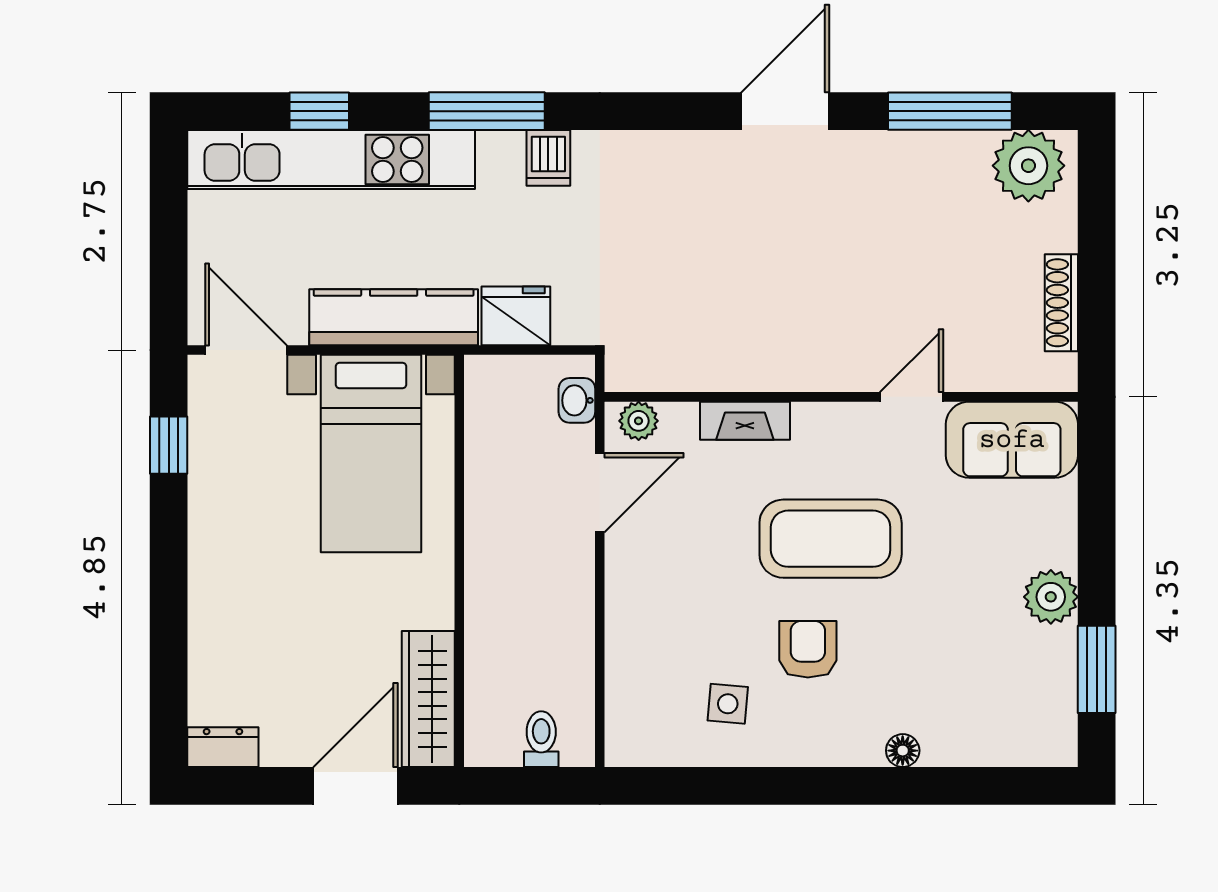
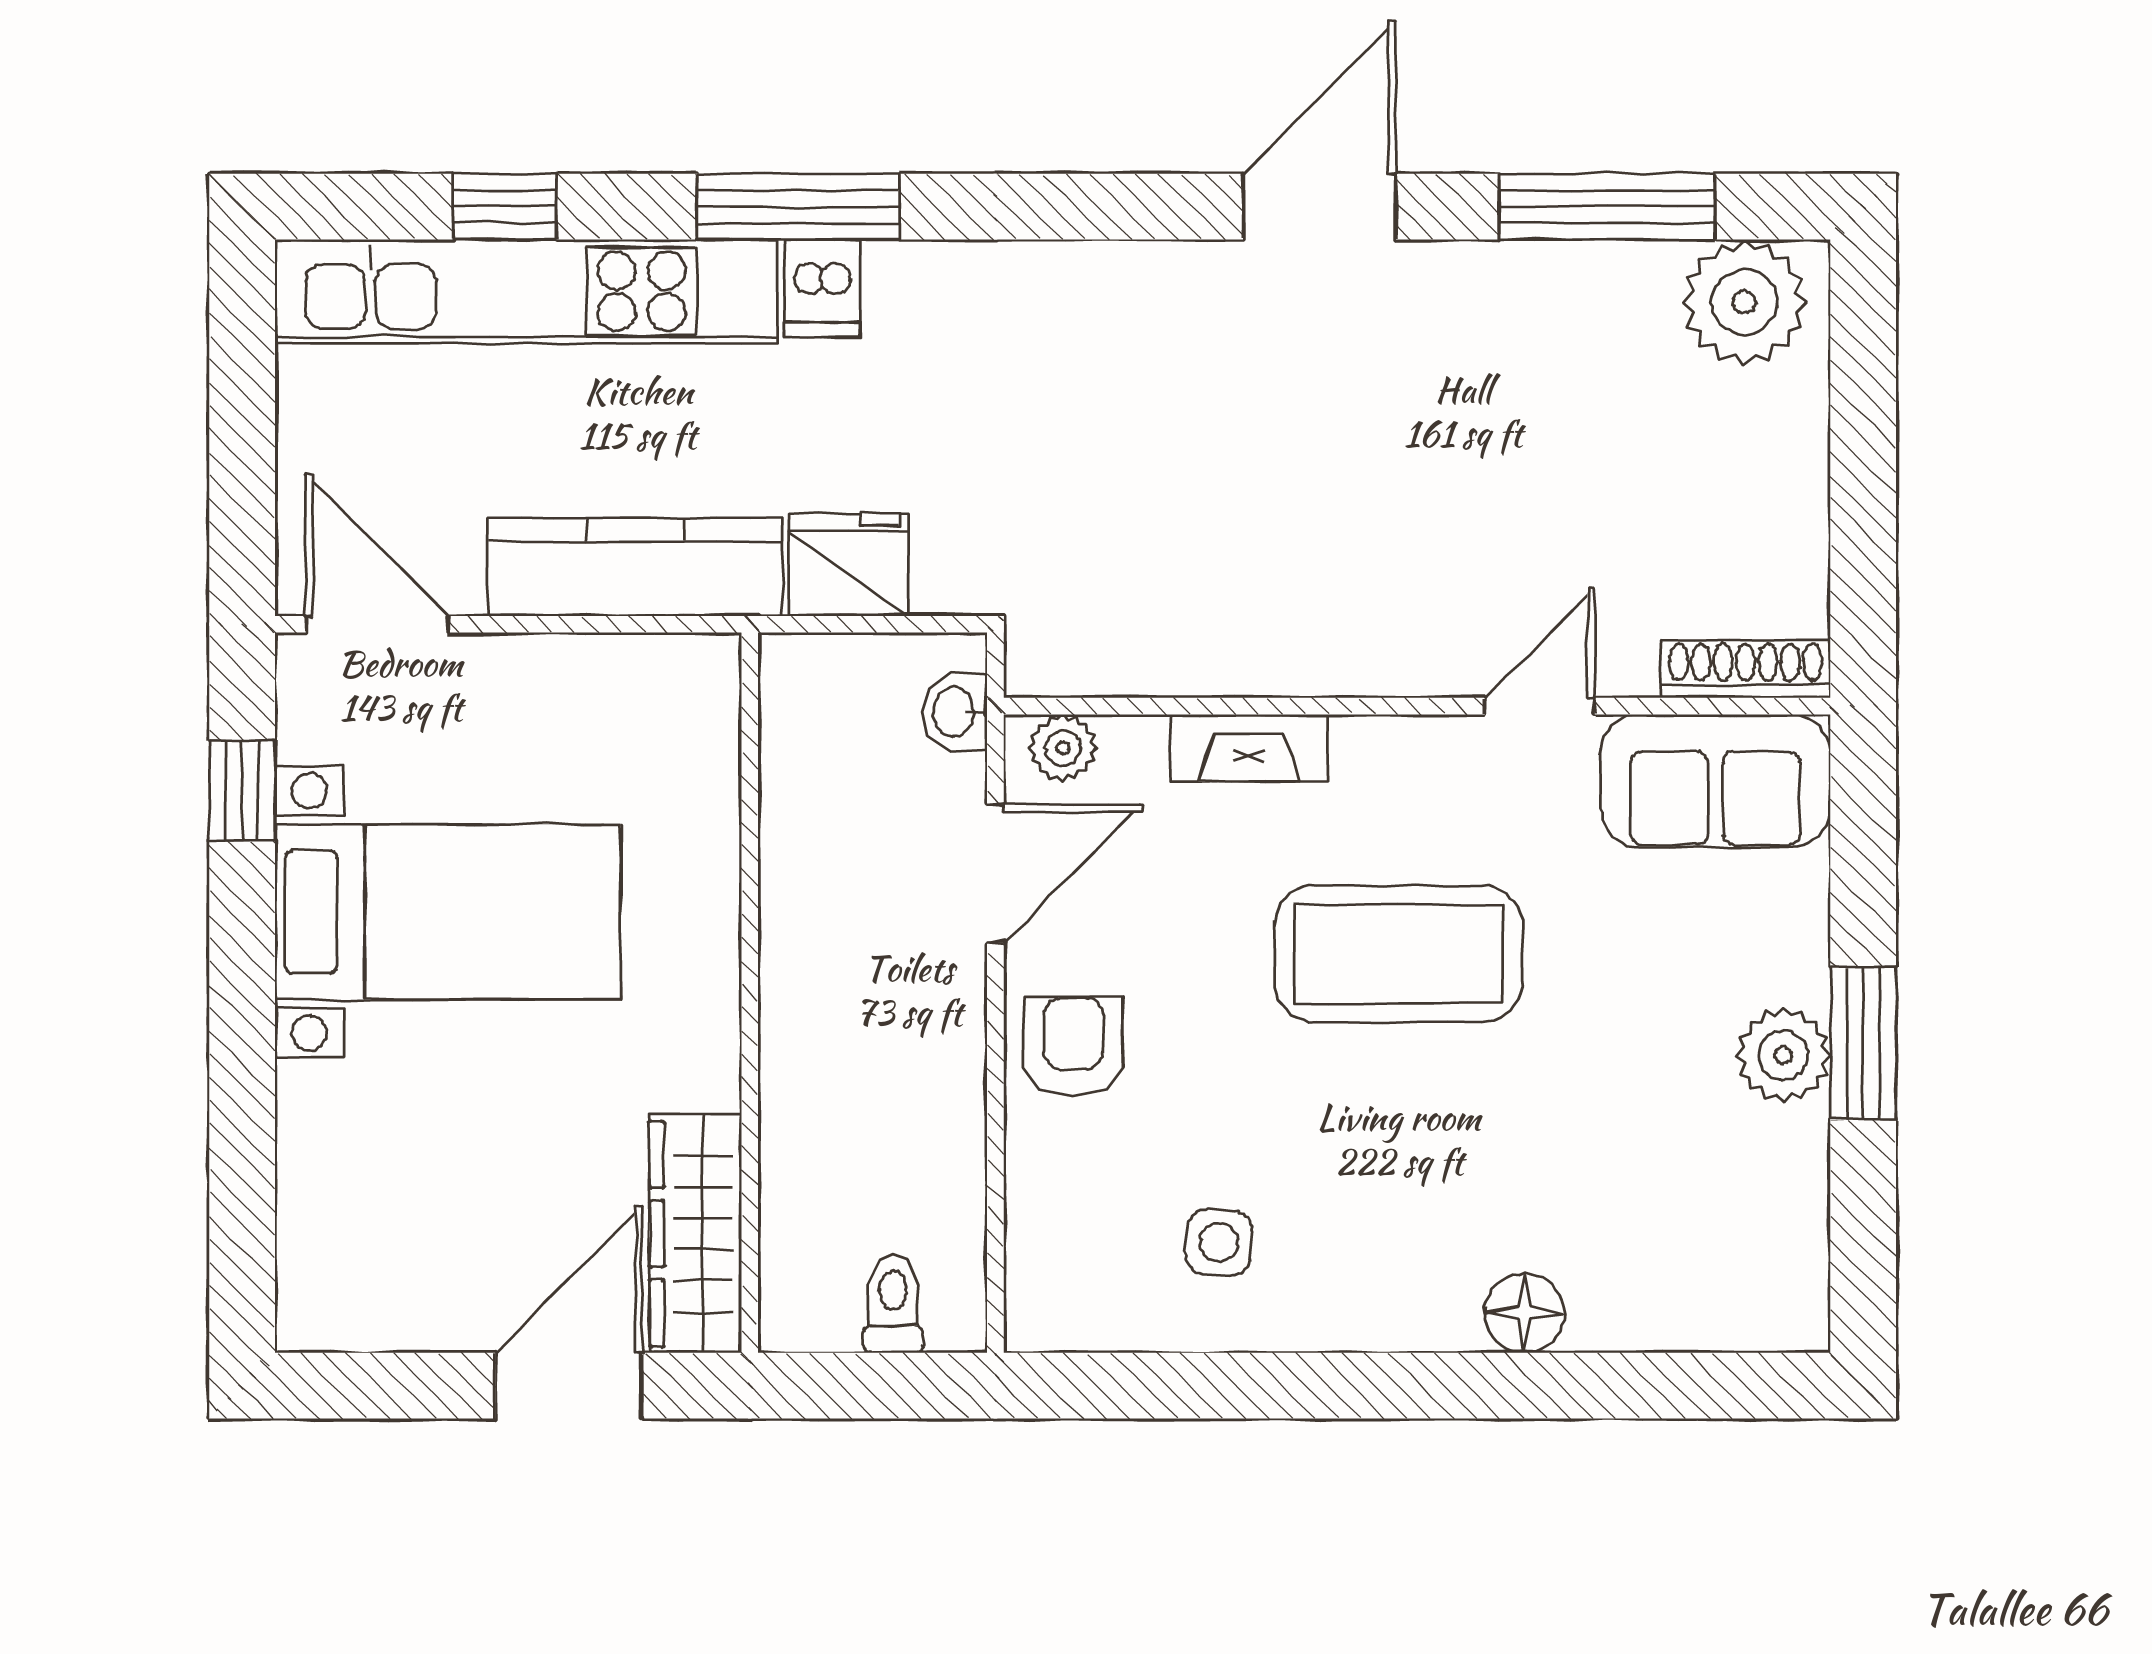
dishwasher: (548, 158) -> (822, 288), moved
shoe rack: (1061, 303) -> (1746, 669), moved, turned 90
bed with nightstands: (371, 454) -> (448, 912), moved, turned -90
armchair: (808, 649) -> (1073, 1047), moved
window: (1097, 669) -> (1863, 1043), moved
dresser: (223, 747) -> (337, 1318), removed
floor lamp: (903, 751) -> (1524, 1313), width x1.37, depth x1.37

